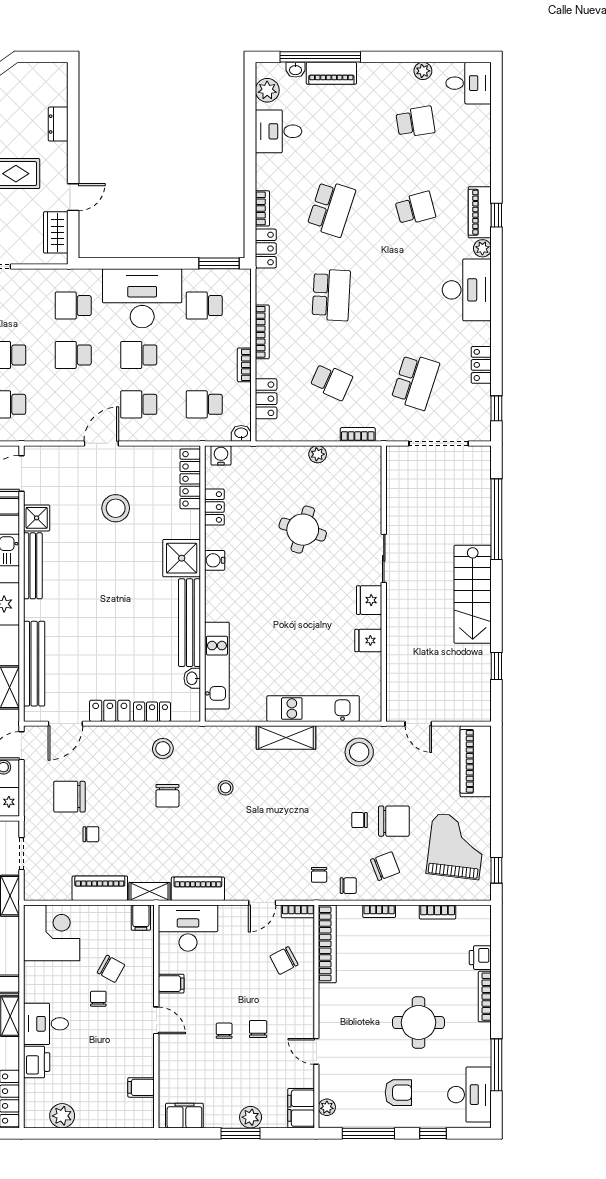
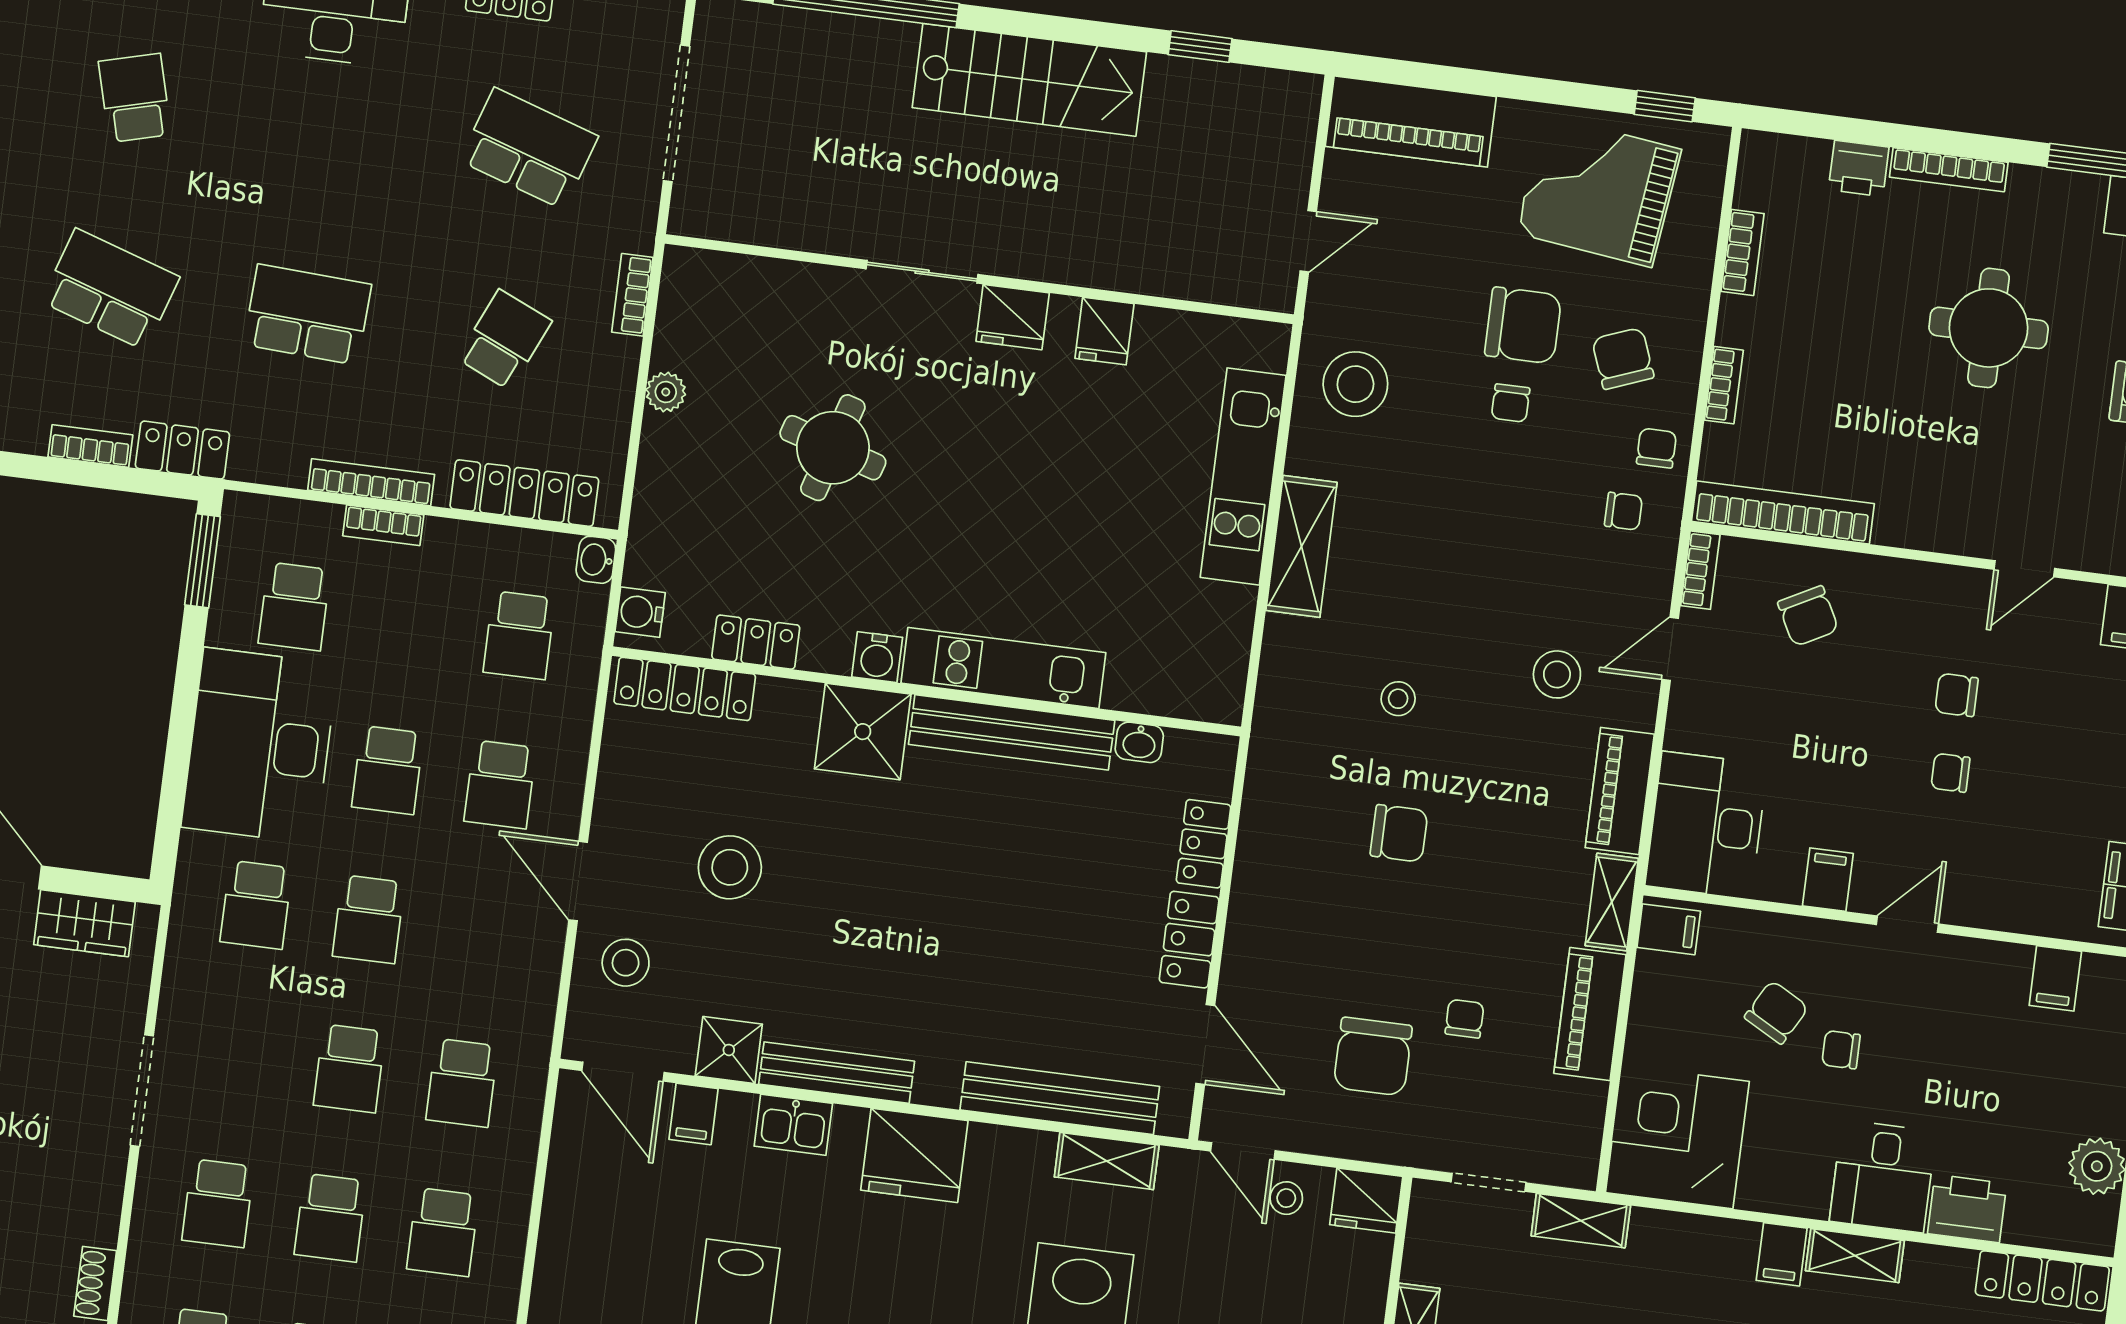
bookcase: (244, 365) -> (383, 525), moved
locker: (266, 399) -> (524, 493), width x1.53
stool: (69, 468) -> (626, 963), added
kitchen unit: (217, 666) -> (1003, 668), moved
stool: (163, 749) -> (1557, 674), moved
chair: (394, 821) -> (1523, 325), turned 90
door: (262, 903) -> (1670, 649), swing flipped

